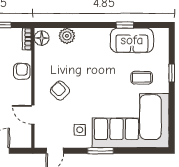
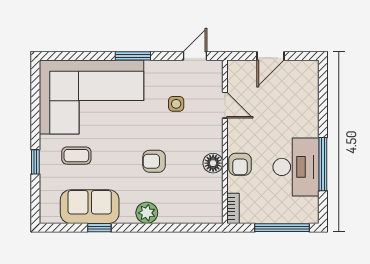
plant: (67, 36) -> (147, 213), moved
floor lamp: (42, 38) -> (213, 163), moved
armchair: (60, 91) -> (154, 161), moved, turned 135
side table: (80, 130) -> (176, 104), moved

